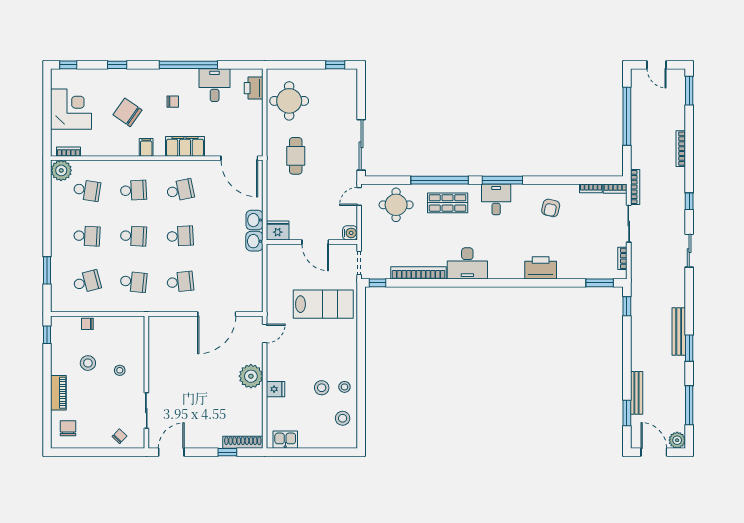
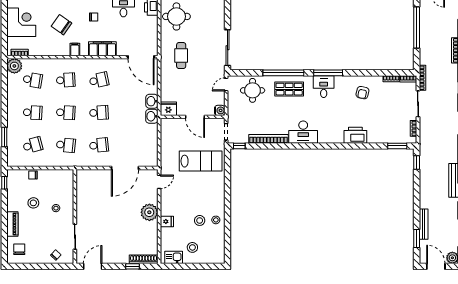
stool: (343, 418) -> (192, 247), moved

